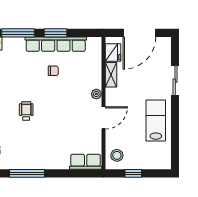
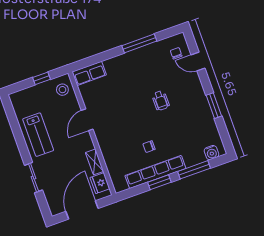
plant: (96, 94) -> (102, 139), removed

